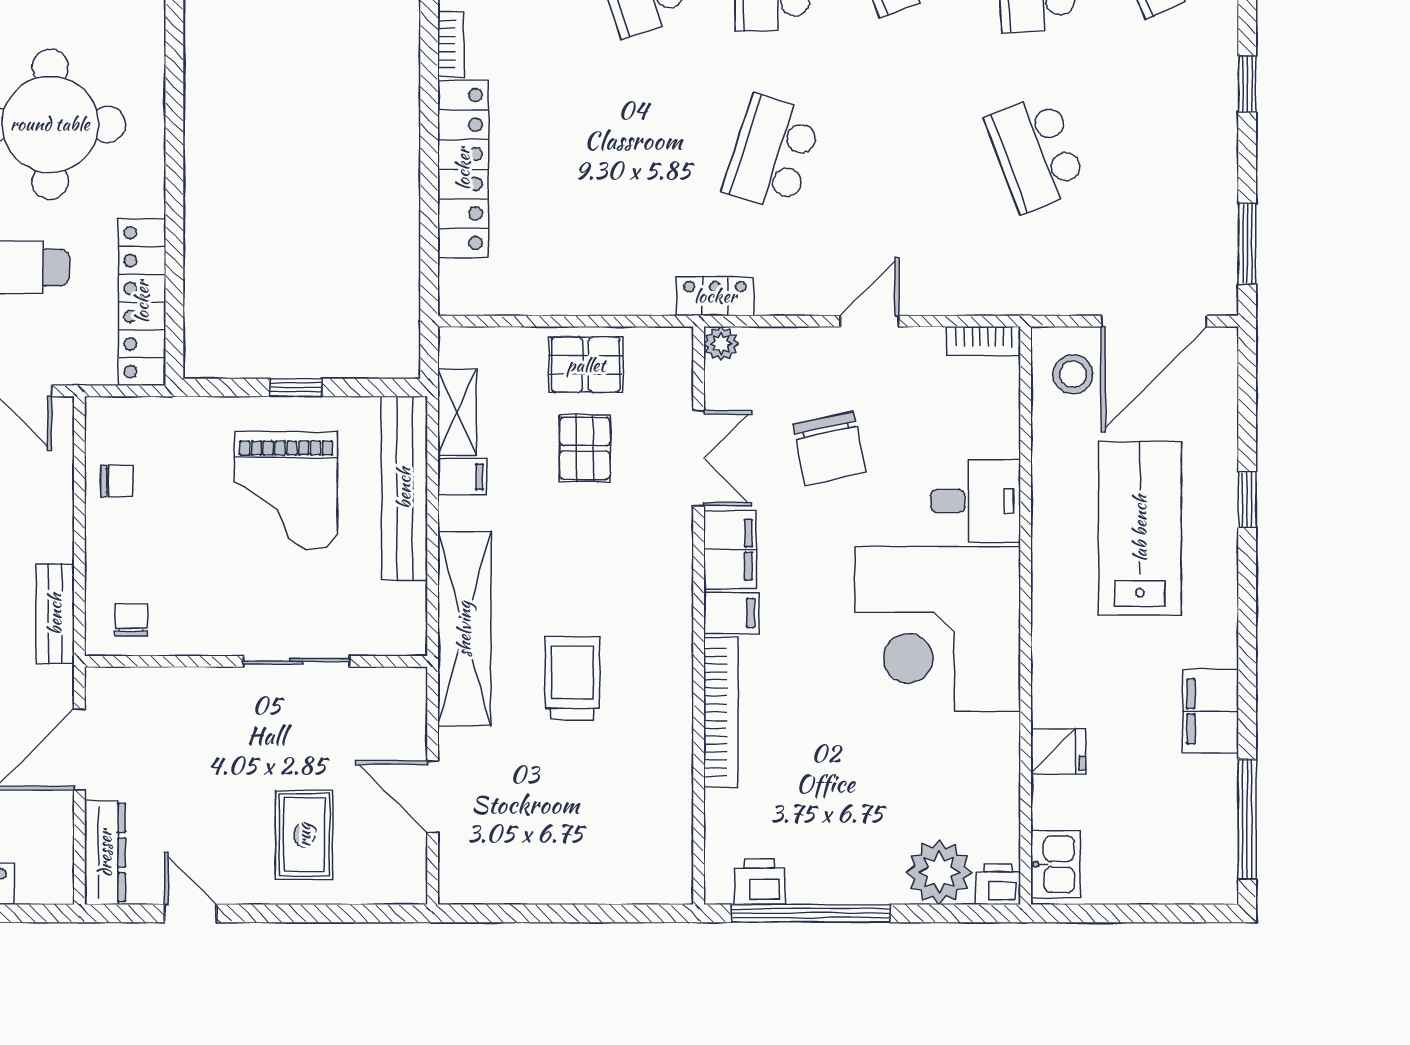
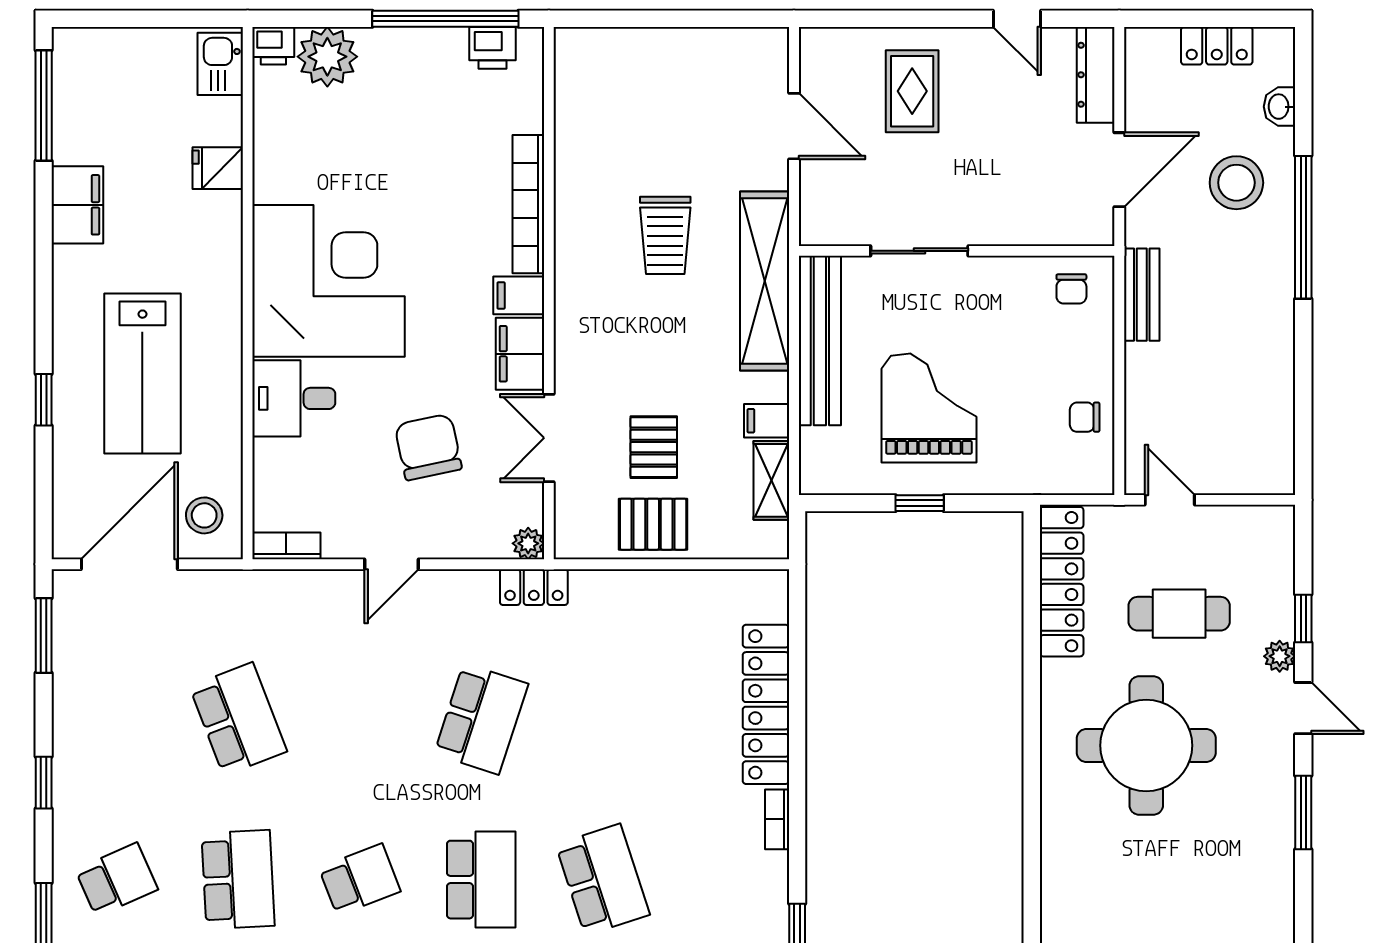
bench: (404, 488) -> (820, 341), moved

